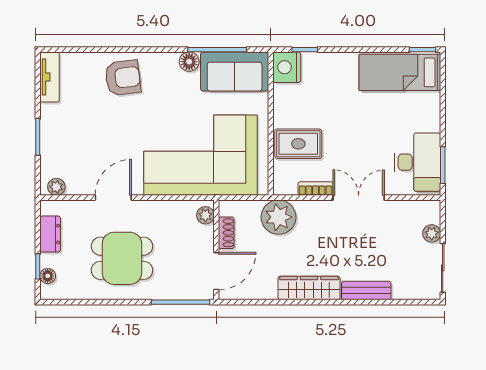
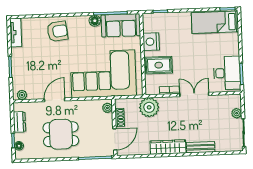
nightstand: (287, 67) -> (151, 42), moved

